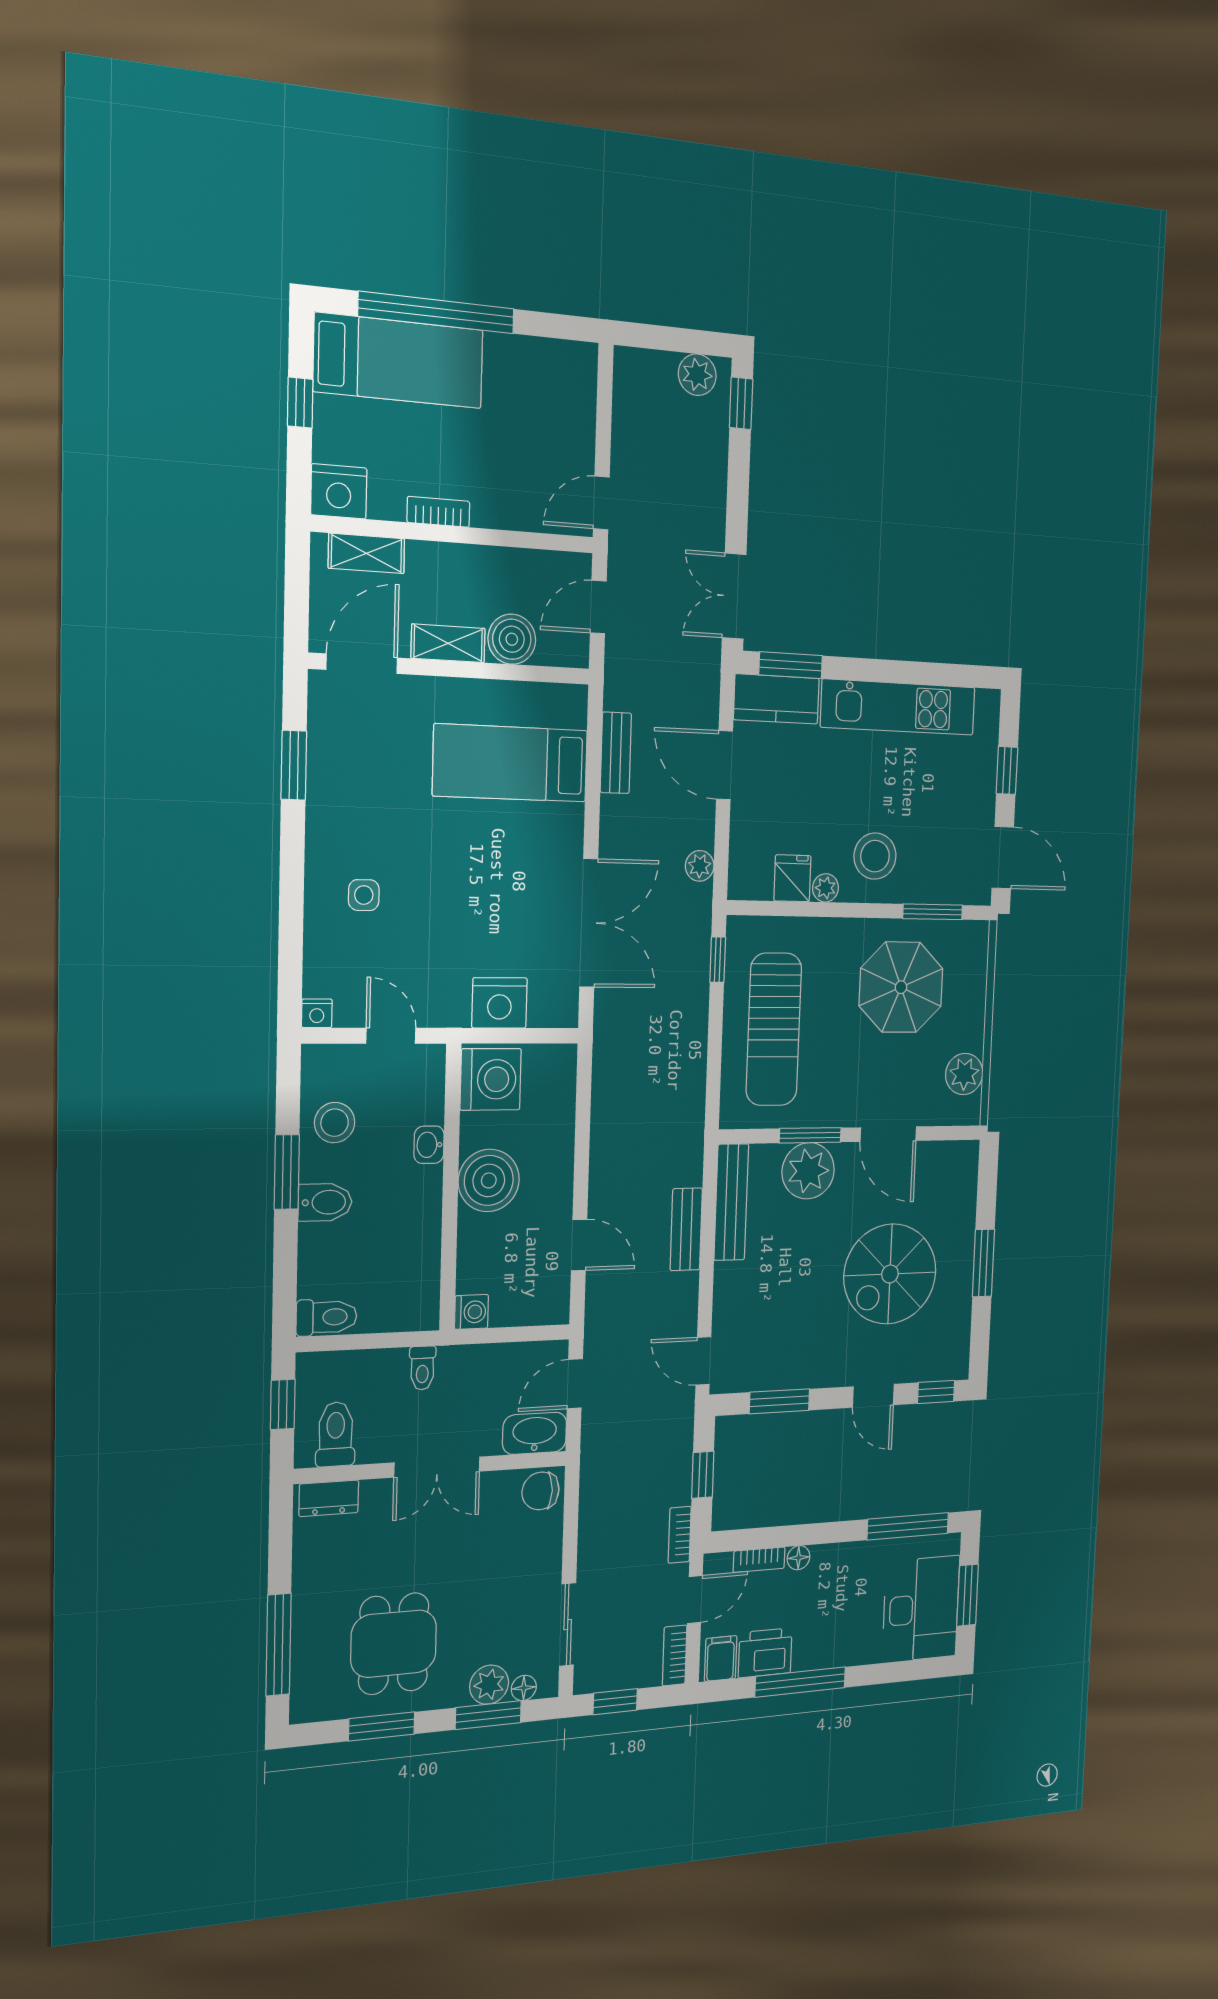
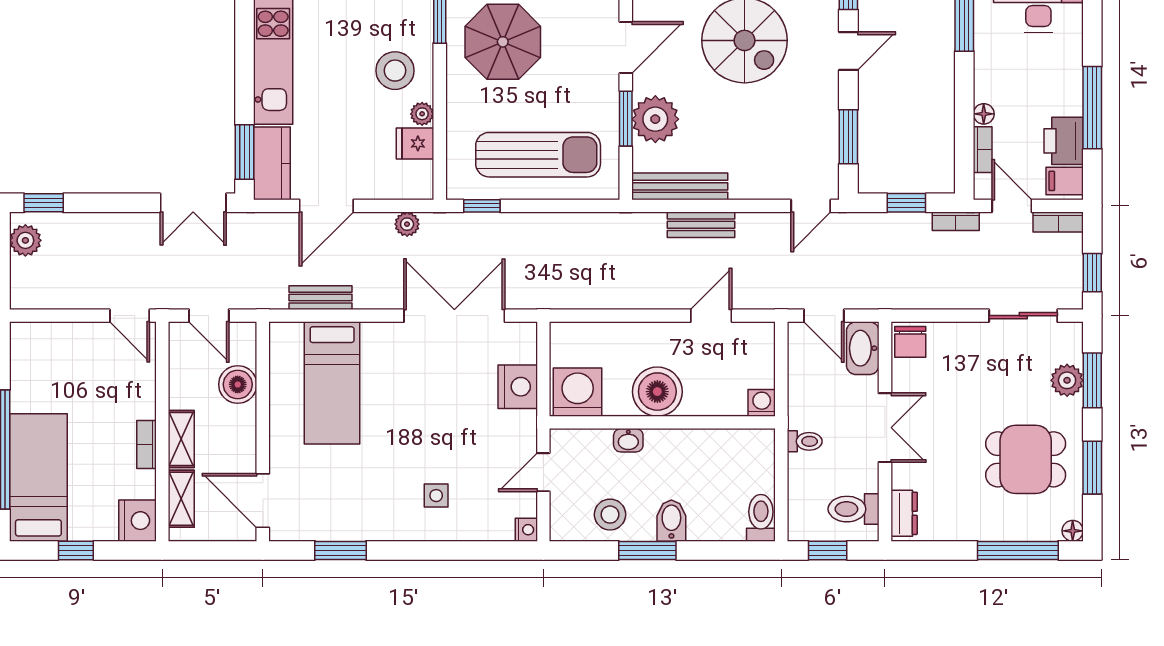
shelving: (448, 643) -> (181, 439), moved
floor lamp: (524, 1688) -> (1073, 531), moved

